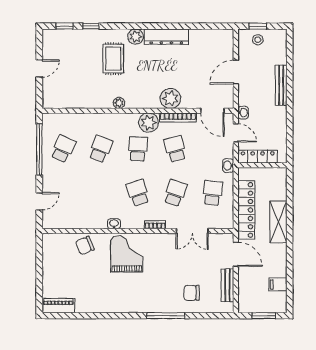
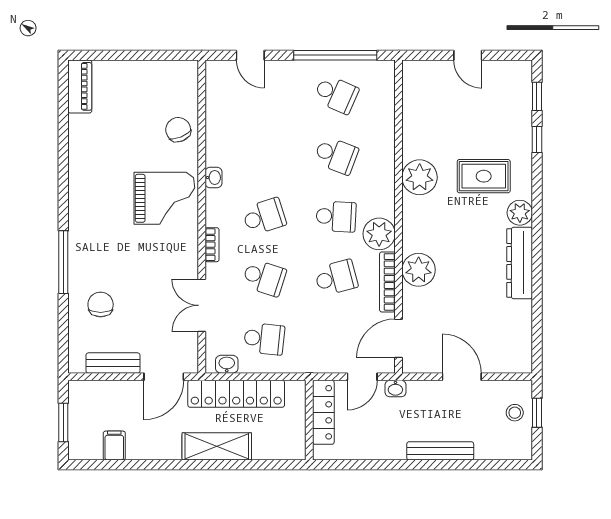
plant: (119, 103) -> (420, 177), width x1.88, depth x1.88
washbasin: (228, 166) -> (227, 364), moved

